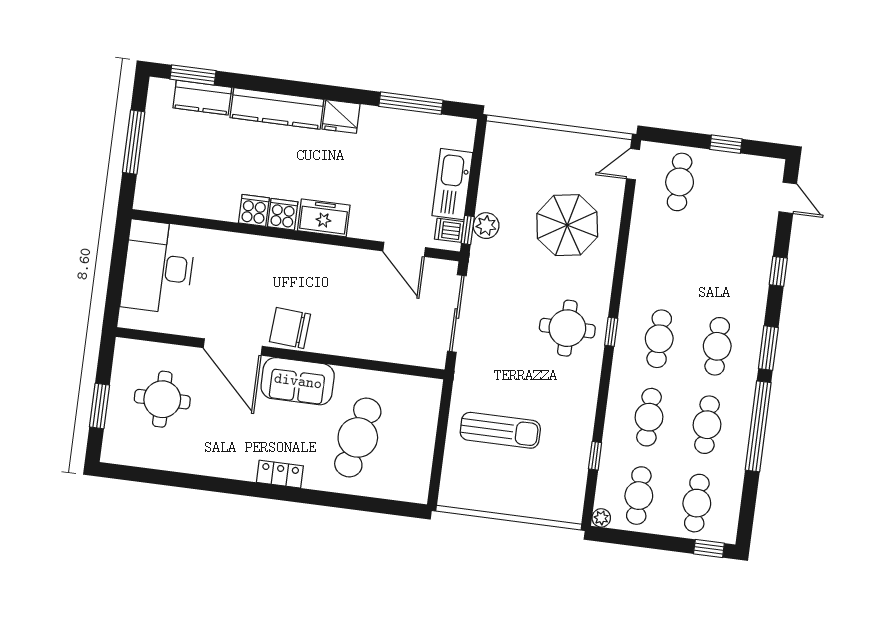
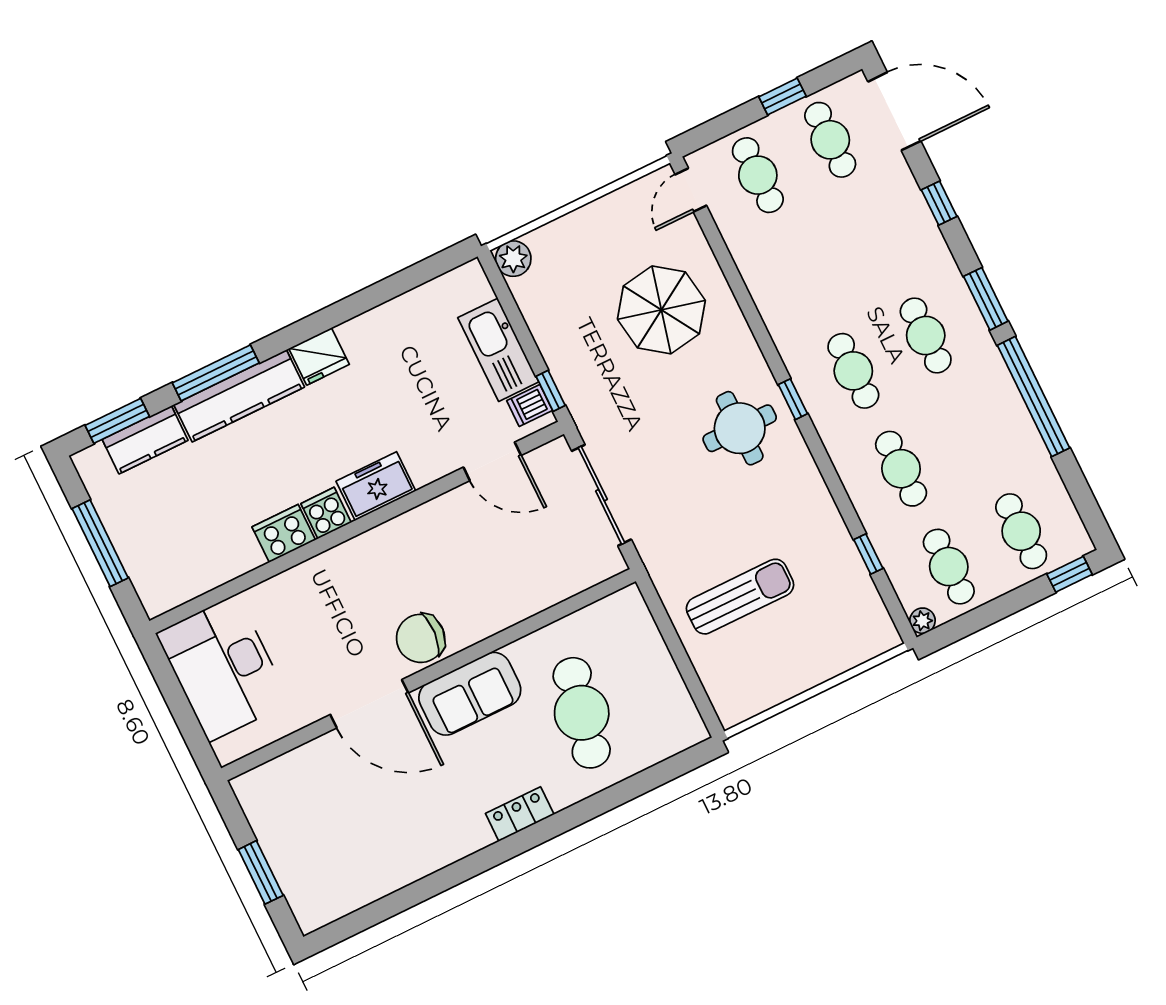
window: (411, 103) -> (216, 373), moved
door: (788, 198) -> (894, 111), width x1.88
cooker: (254, 210) -> (284, 533), width x1.36
plant: (486, 226) -> (513, 259), moved
round table: (162, 399) -> (328, 817), removed
cafe table: (707, 425) -> (830, 140), moved

